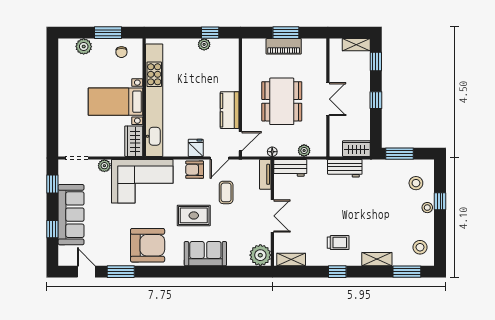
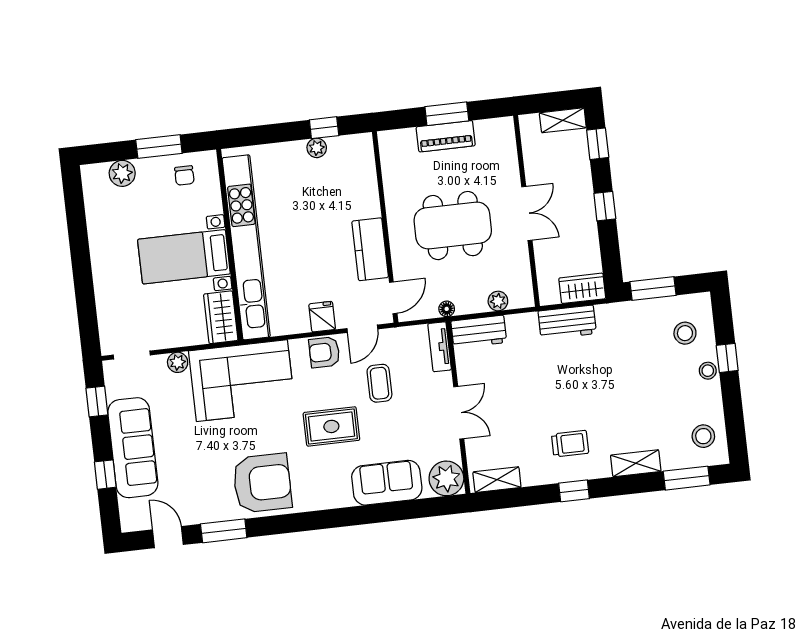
dining table: (282, 101) -> (453, 226), turned 90
sofa: (205, 254) -> (387, 483), moved

